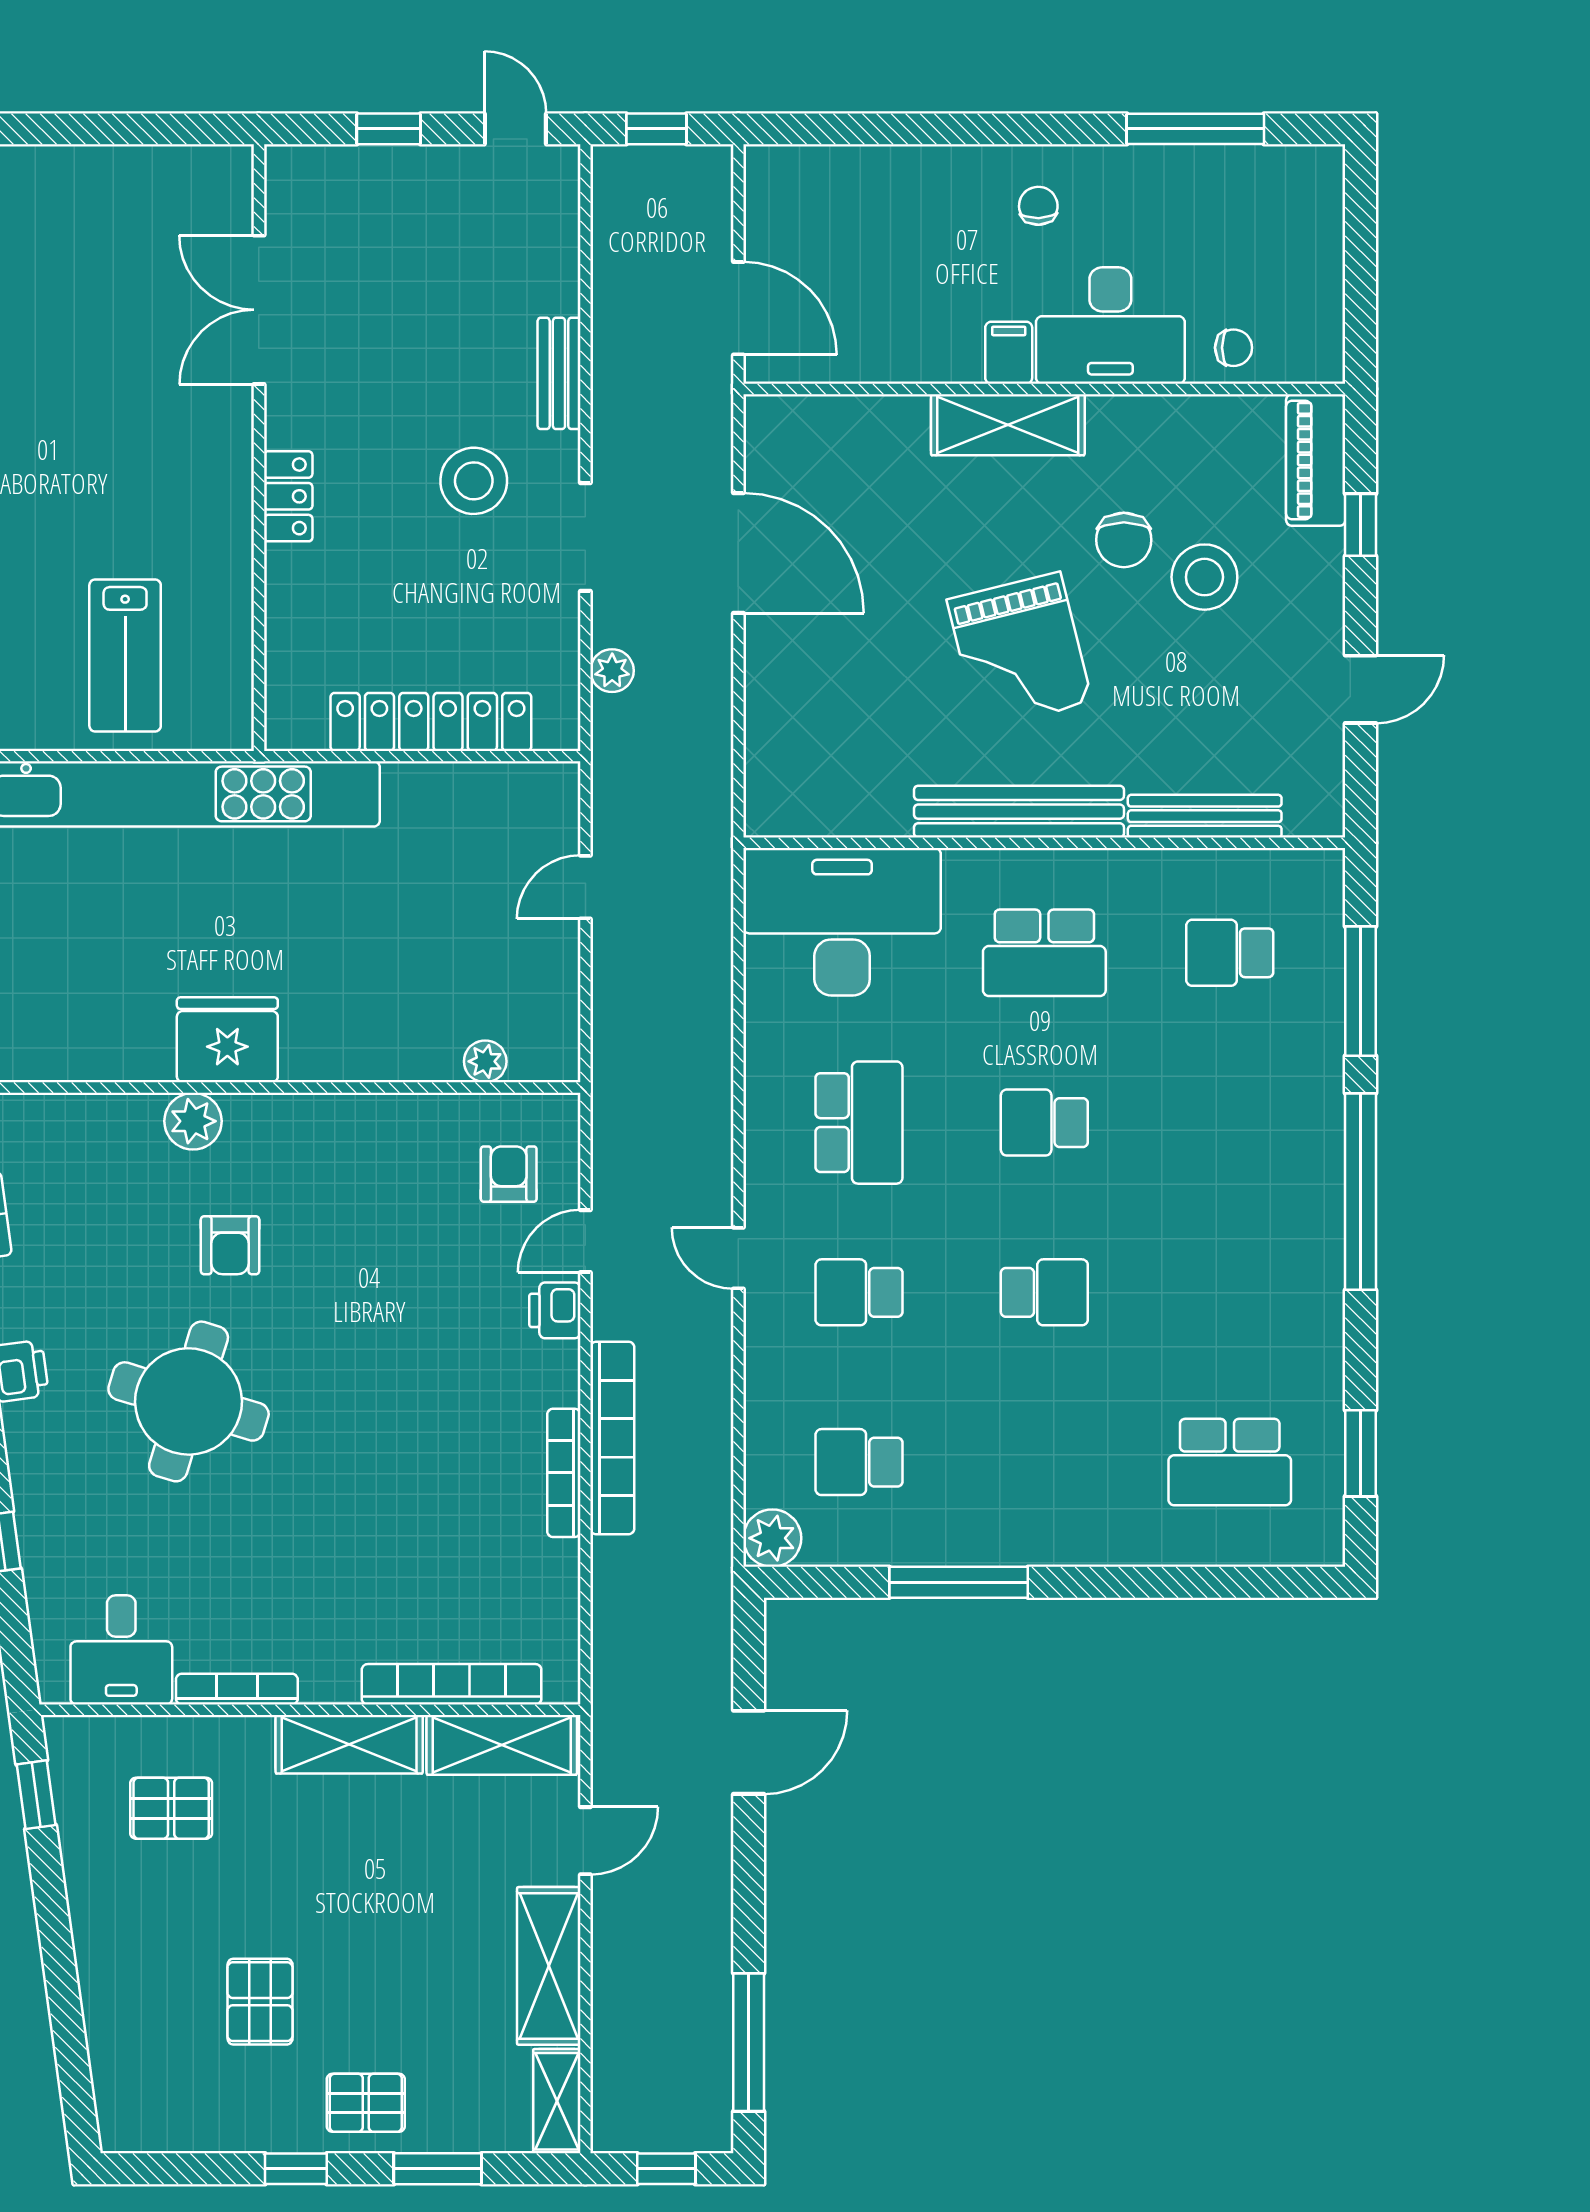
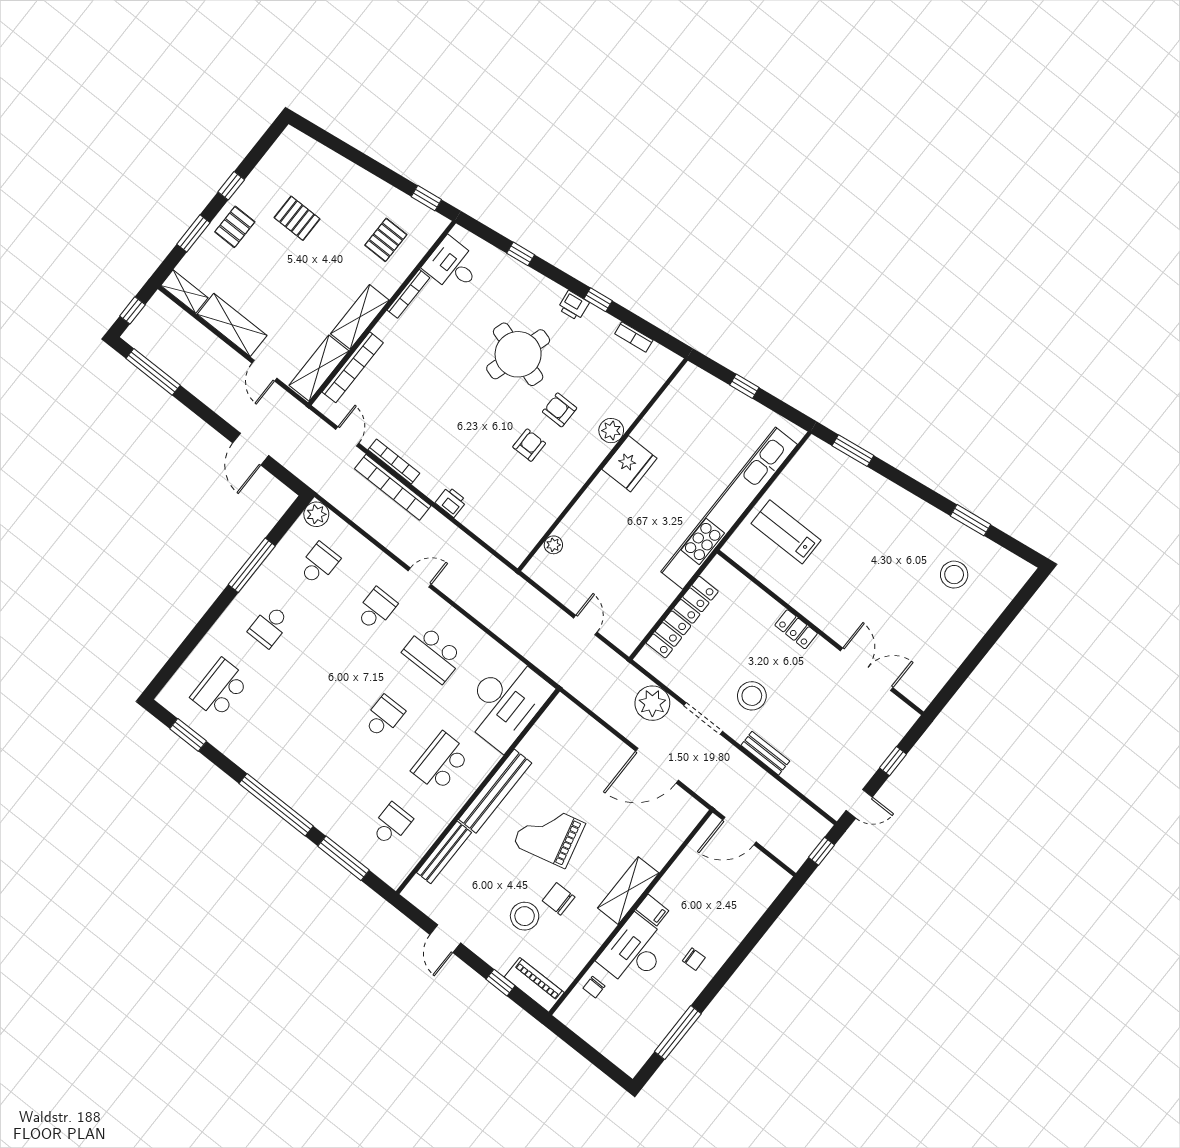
plant: (612, 671) -> (652, 703), width x1.88, depth x1.88
armchair: (509, 1174) -> (529, 445), moved, turned -90
door: (585, 1241) -> (347, 436), moved
school desk: (1044, 1292) -> (269, 626), moved

